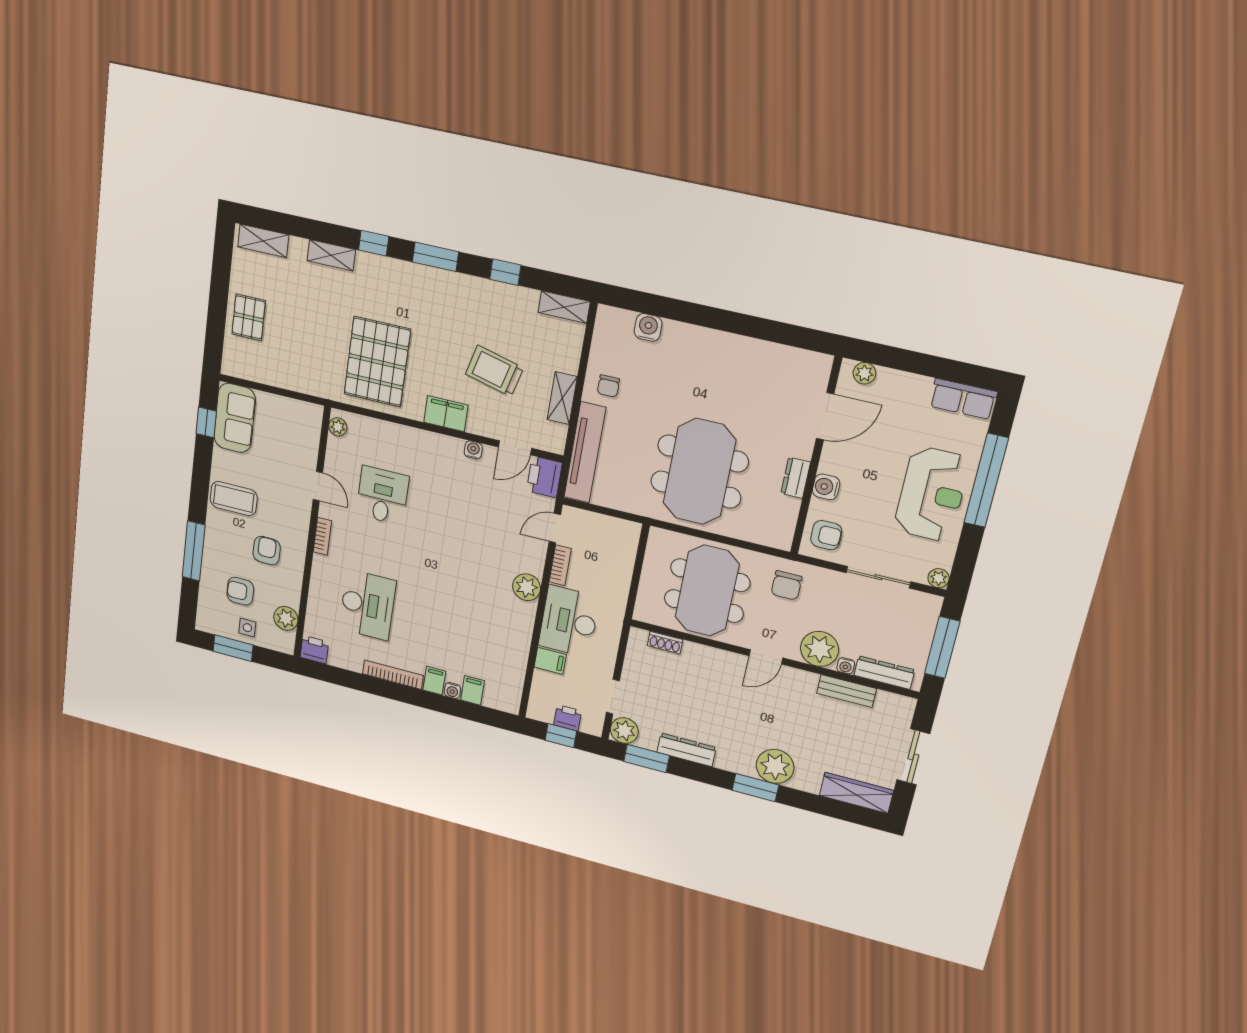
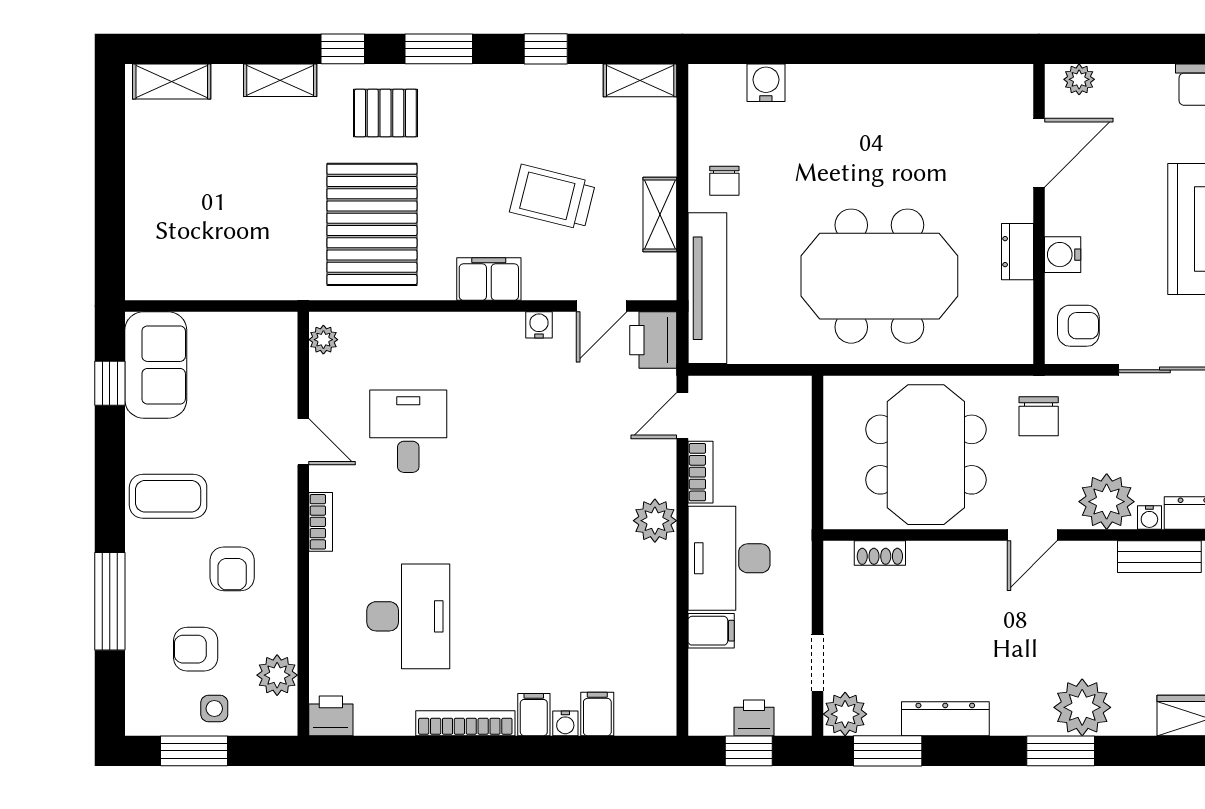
pallet: (249, 317) -> (385, 113), moved, turned 90
meeting table: (699, 472) -> (879, 276), turned 90
armchair: (267, 551) -> (232, 569), turned 180

